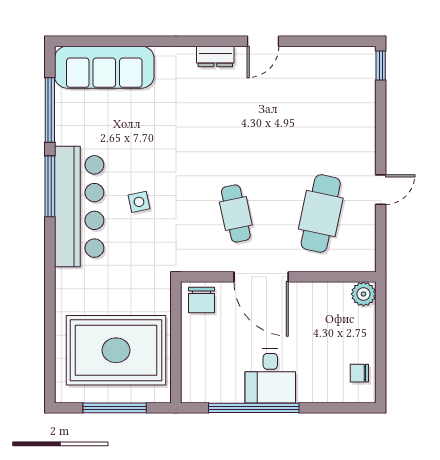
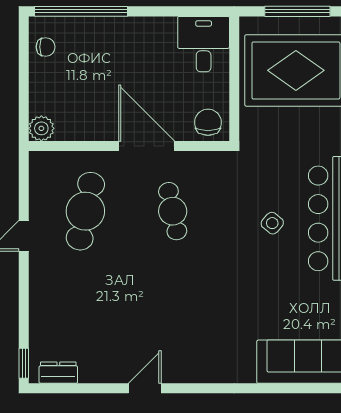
dresser: (215, 56) -> (58, 373), moved
side table: (139, 202) -> (272, 223), turned -38
desk: (270, 376) -> (204, 44), moved
window: (254, 408) -> (81, 11), moved

